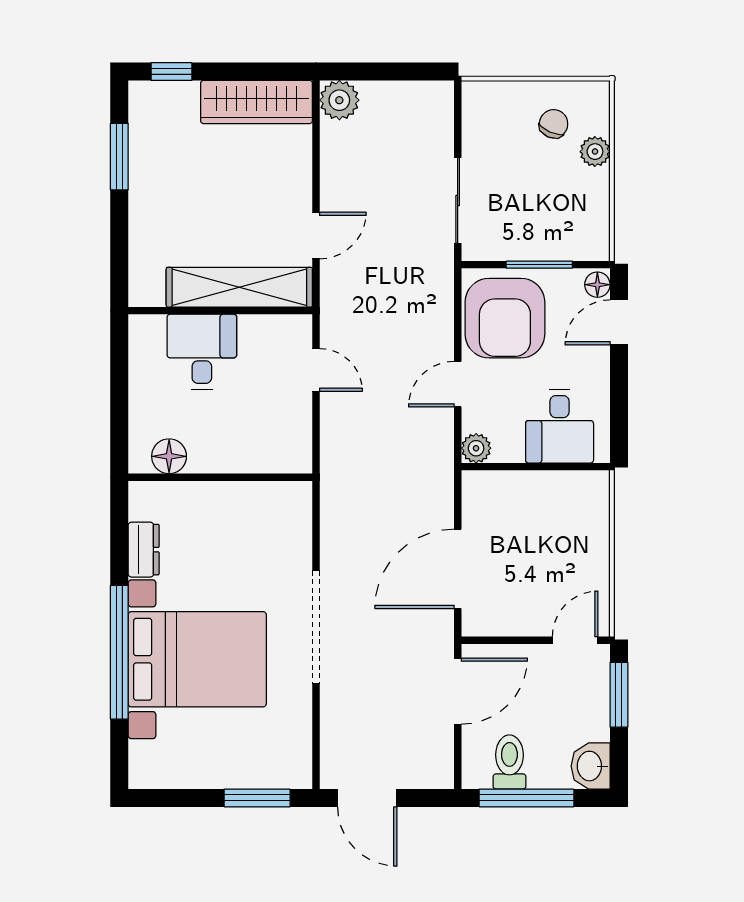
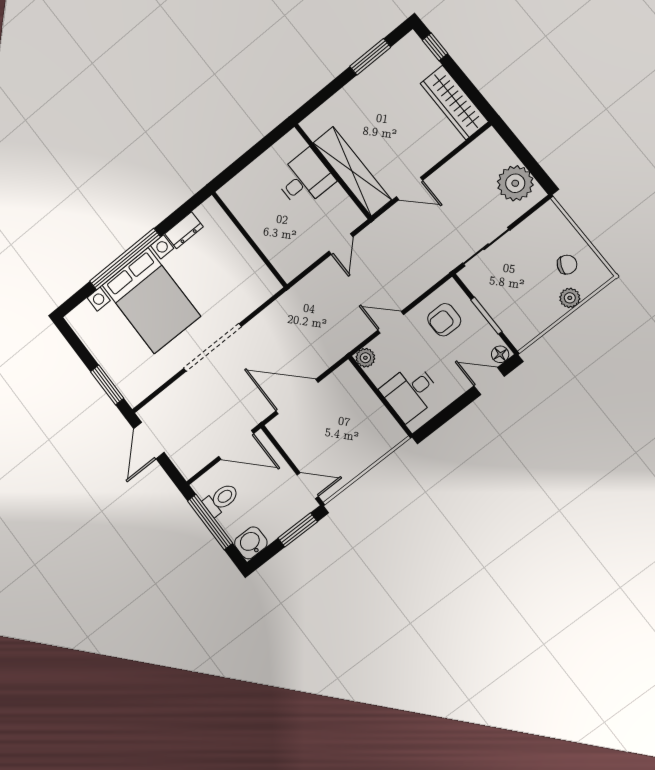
plant: (339, 100) -> (515, 183), moved, width x1.36, depth x1.36
armchair: (505, 318) -> (444, 320), width x0.53, depth x0.53
floor lamp: (169, 456) -> (240, 205), removed

